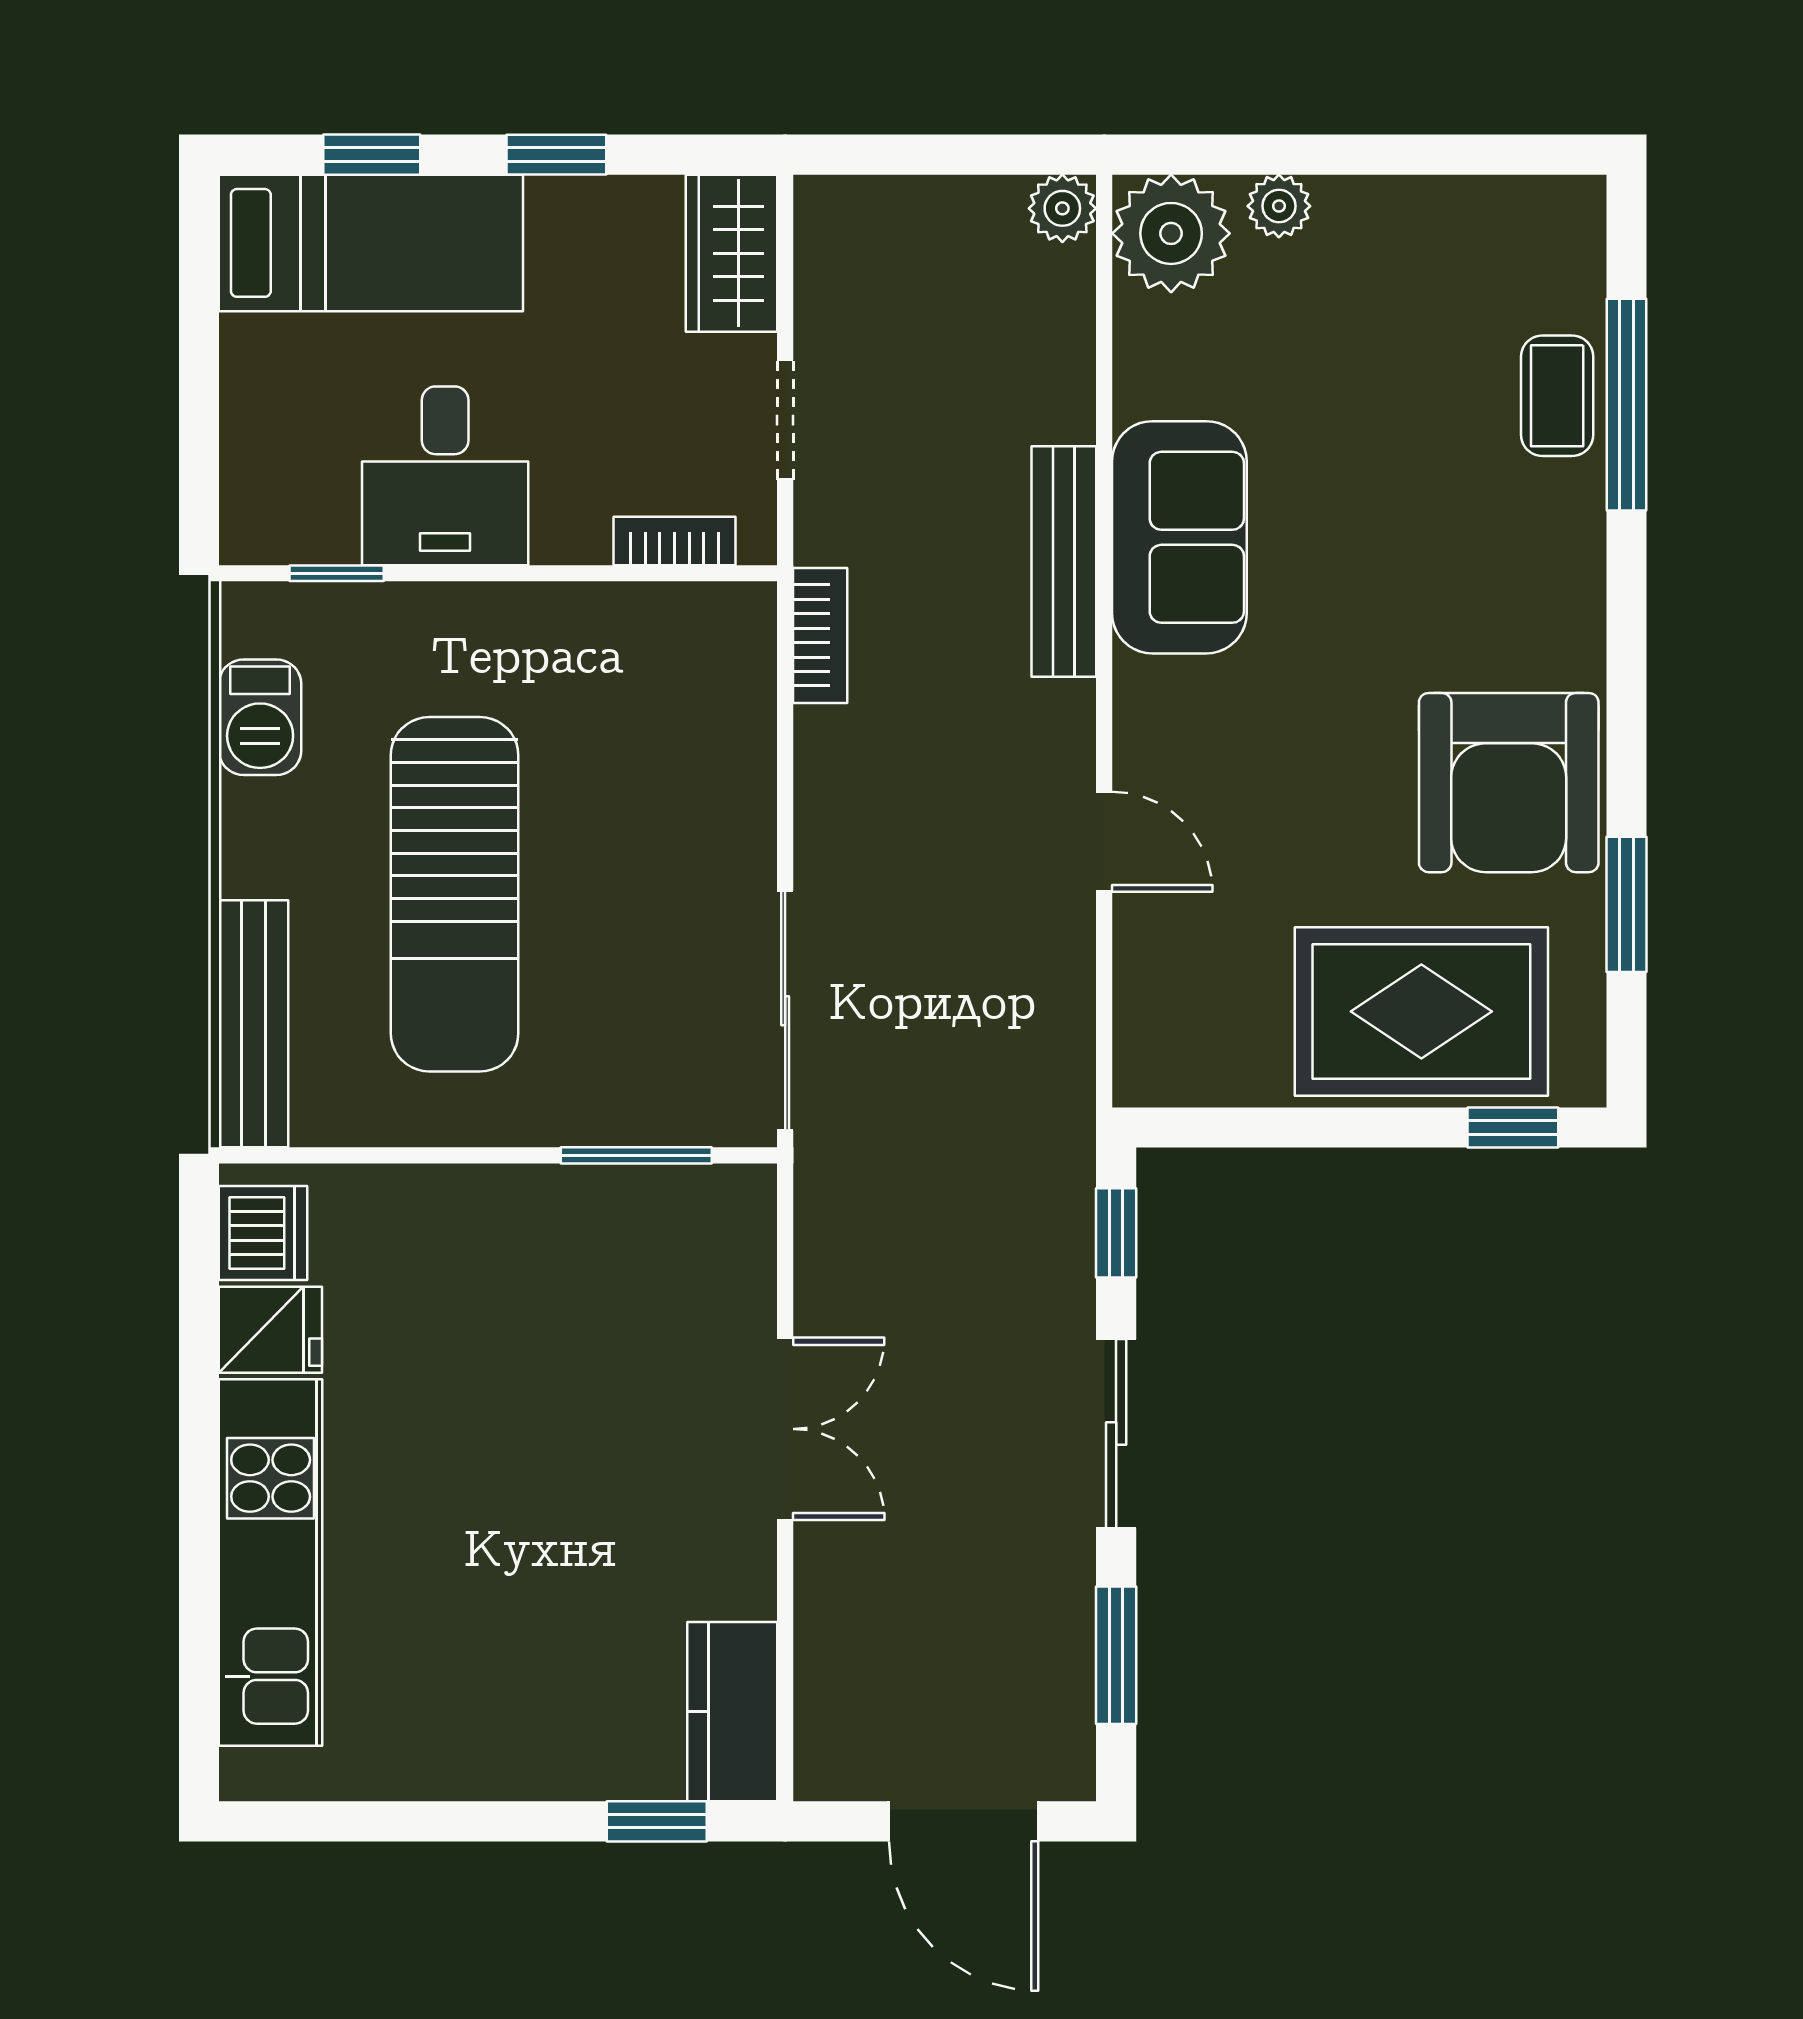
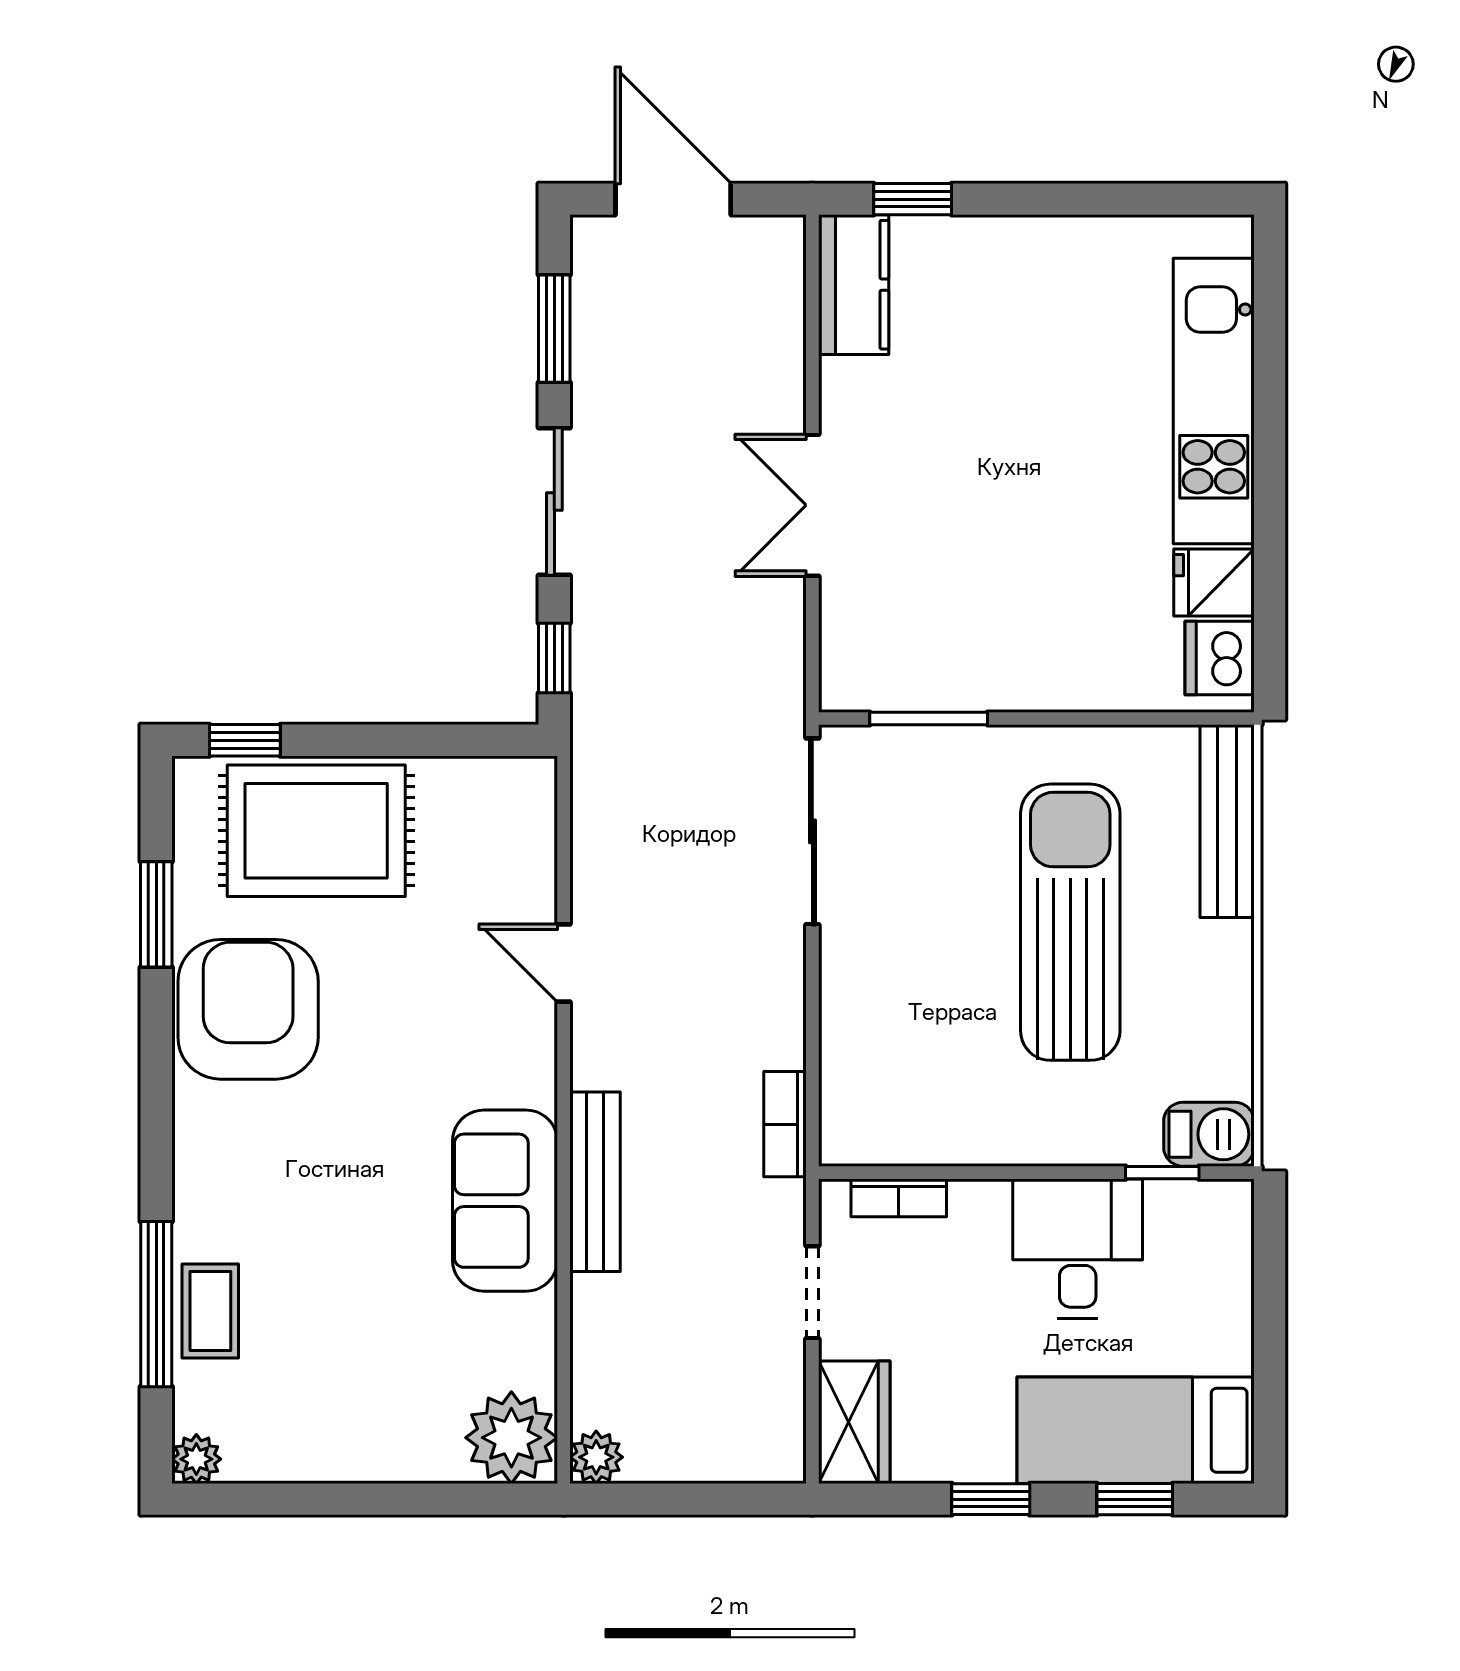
plant: (1279, 206) -> (196, 1459), moved
barbecue: (260, 717) -> (1209, 1134), moved, turned 90

